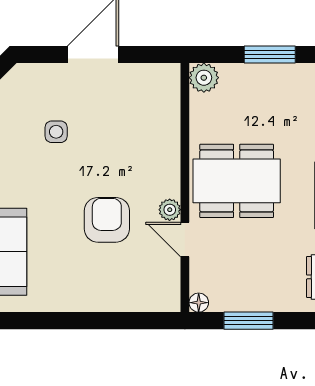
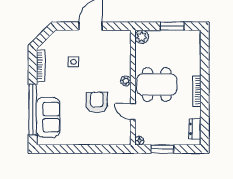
plant: (170, 210) -> (126, 81), moved

